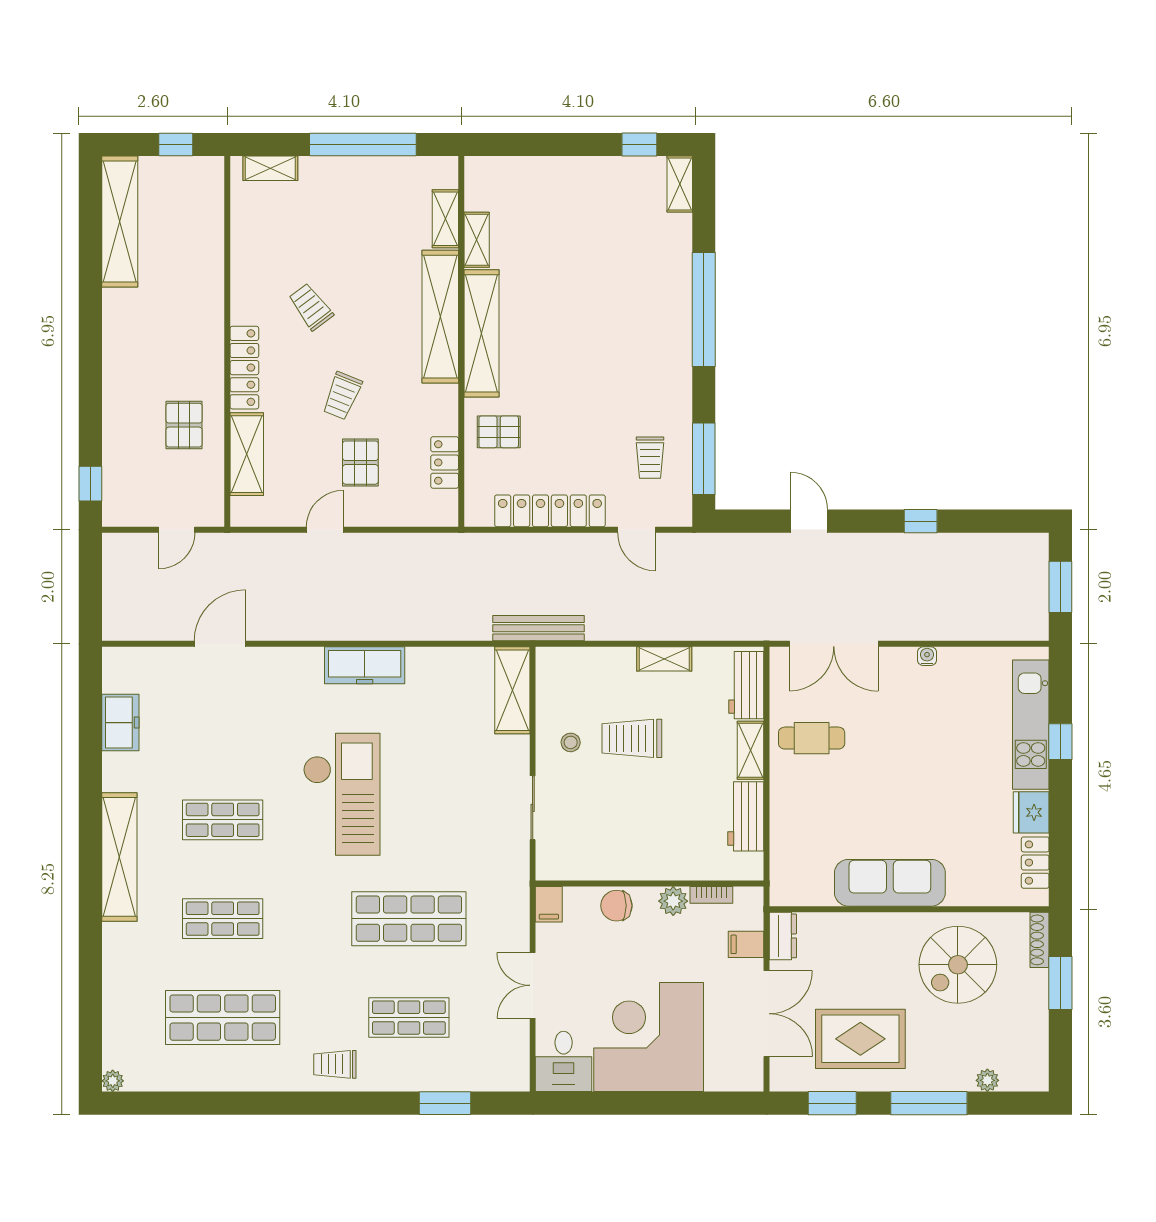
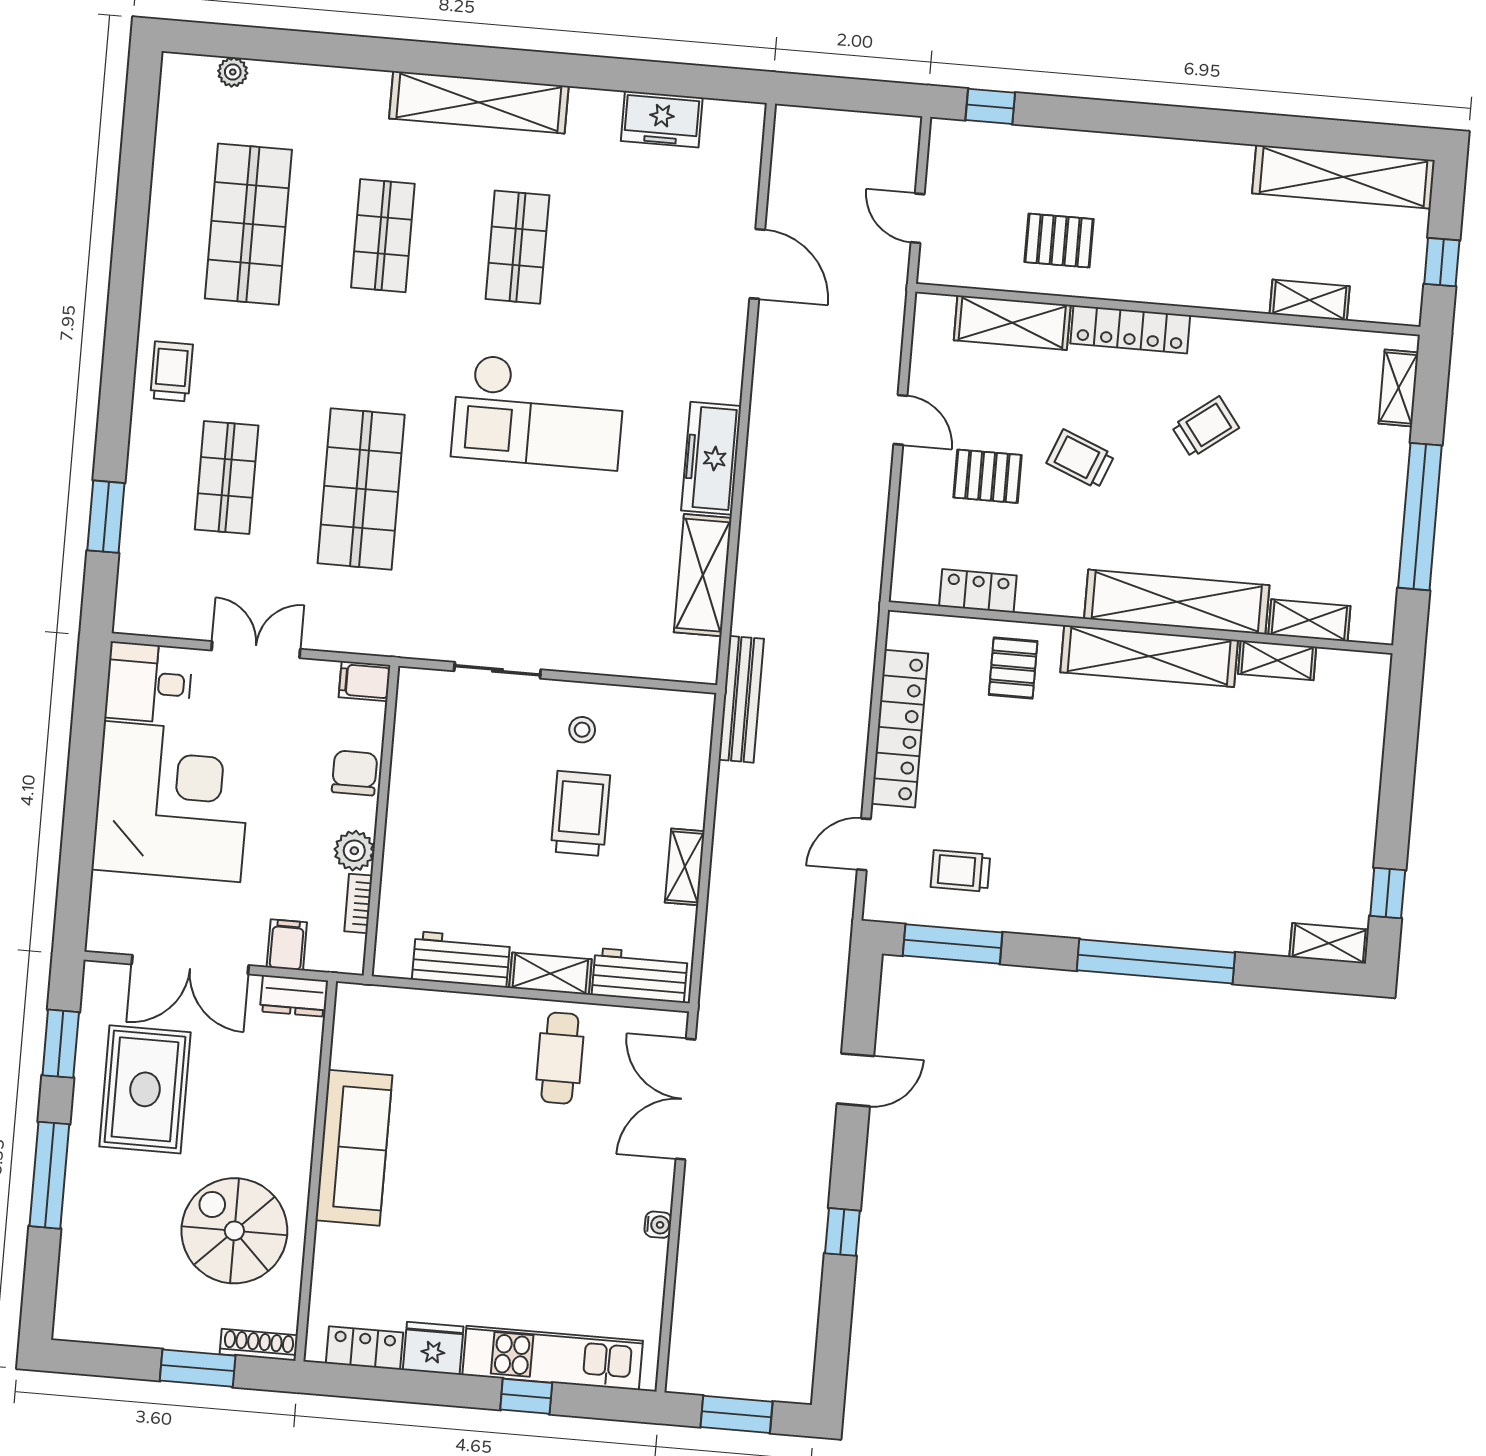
shelving: (212, 239) -> (1310, 300), added
shelving: (512, 690) -> (703, 575), moved, turned 90
plant: (987, 1080) -> (74, 1257), removed
plant: (113, 1081) -> (233, 72), moved

